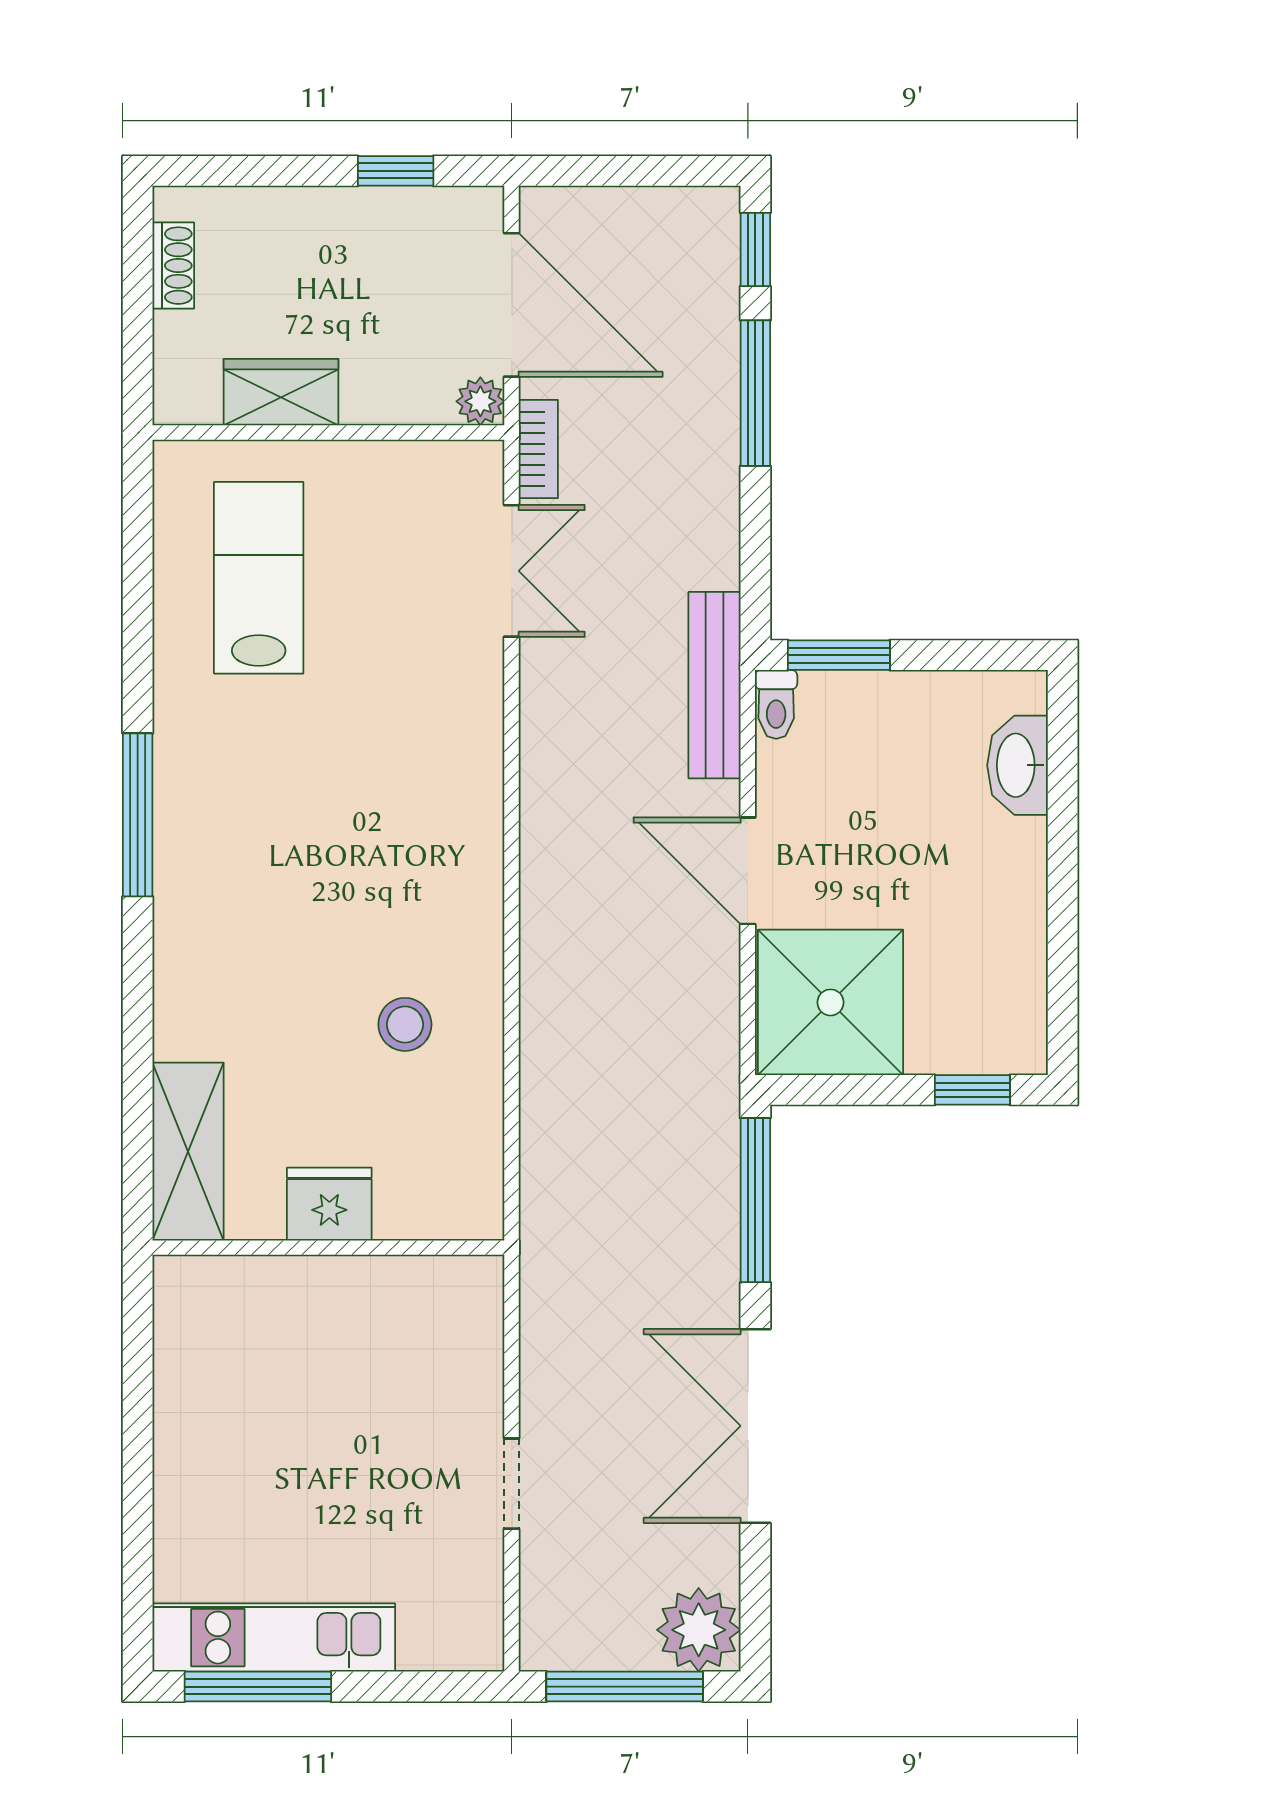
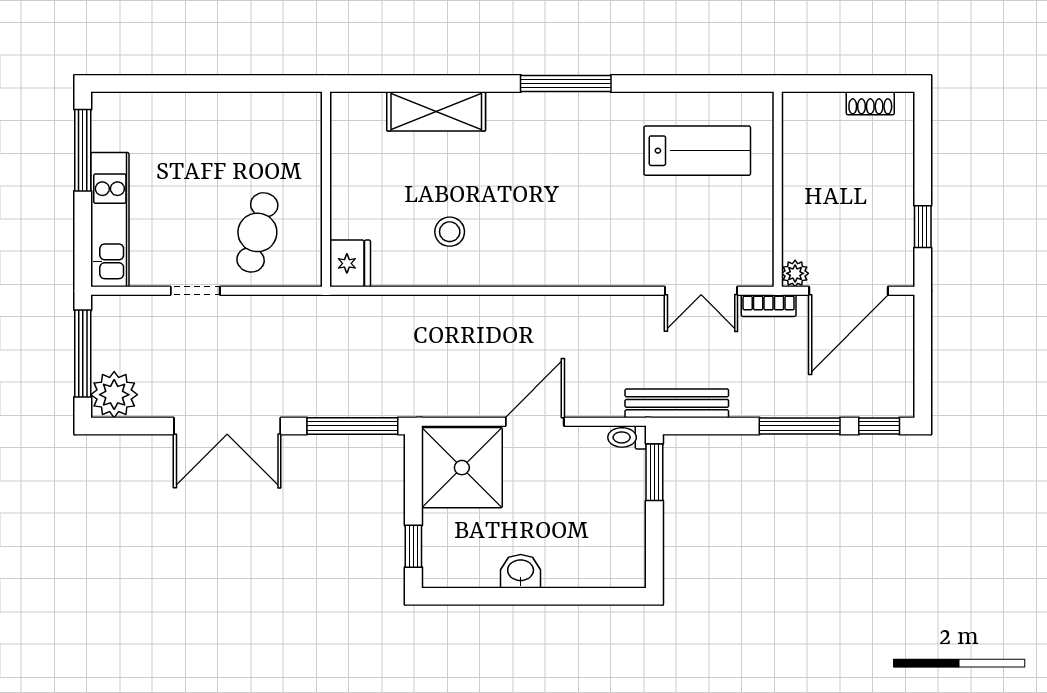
wardrobe: (281, 392) -> (800, 163), removed
bench: (715, 685) -> (677, 403), moved
washbasin: (1018, 765) -> (521, 571), moved, width x0.72
shelving: (188, 1152) -> (436, 111), moved
fridge: (329, 1204) -> (350, 263), moved
cafe table: (406, 1371) -> (257, 232), added
double door: (755, 1426) -> (227, 426), swing flipped
kitchen unit: (274, 1638) -> (110, 220), moved

